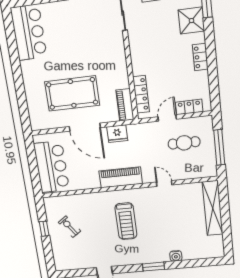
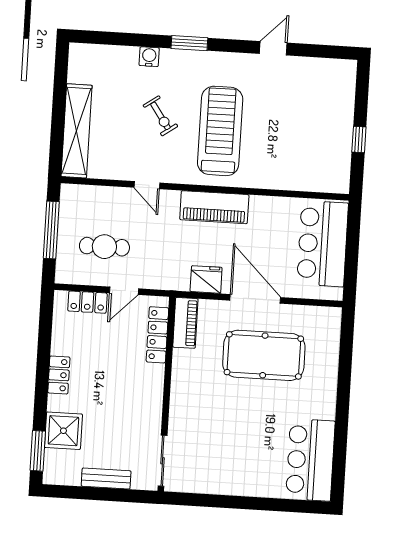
treadmill: (126, 221) -> (220, 131), width x1.37, depth x1.38
exercise bike: (69, 227) -> (160, 116), moved

